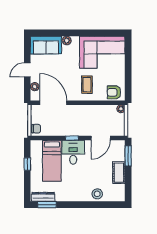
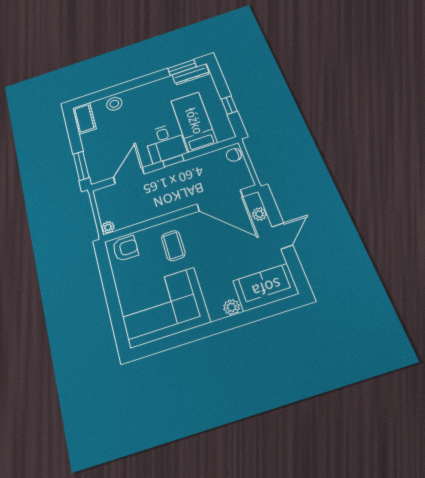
cot: (119, 173) -> (84, 118), moved

